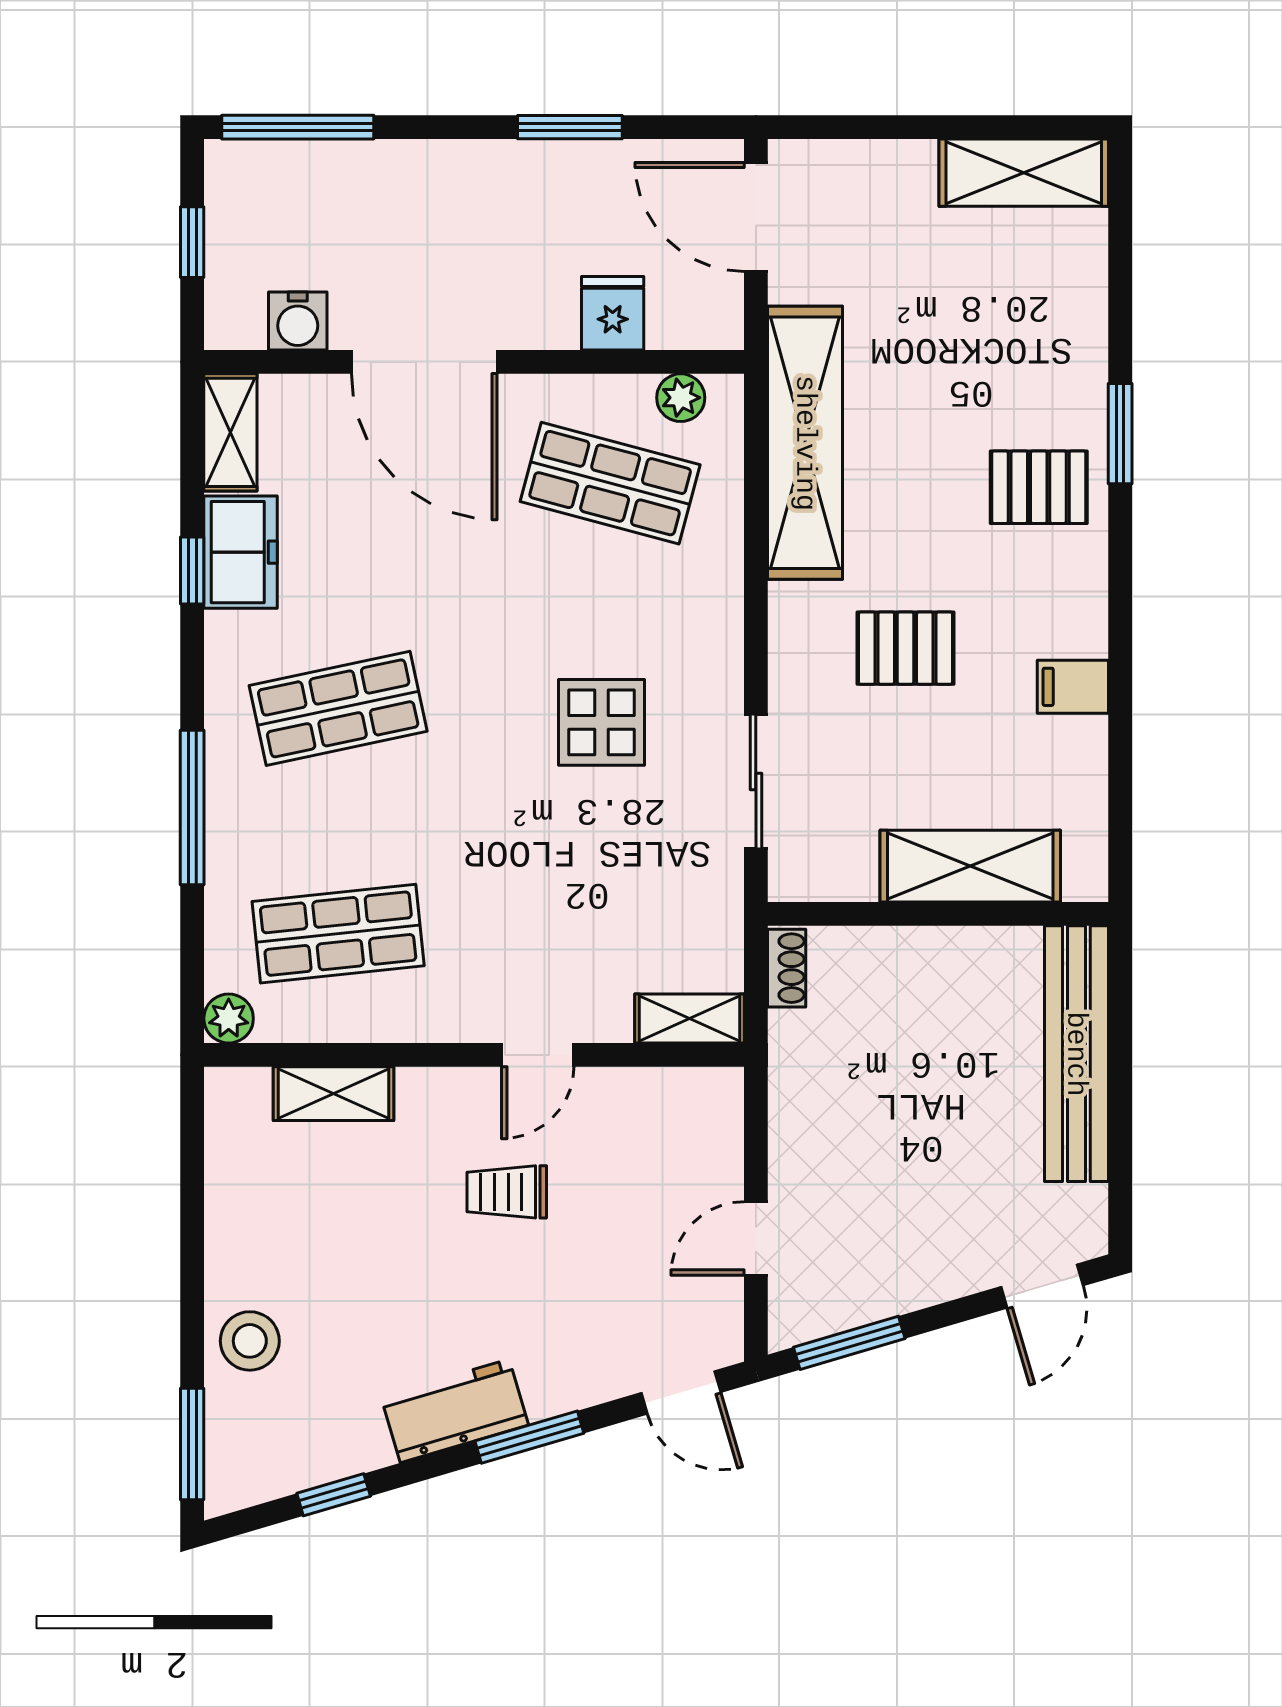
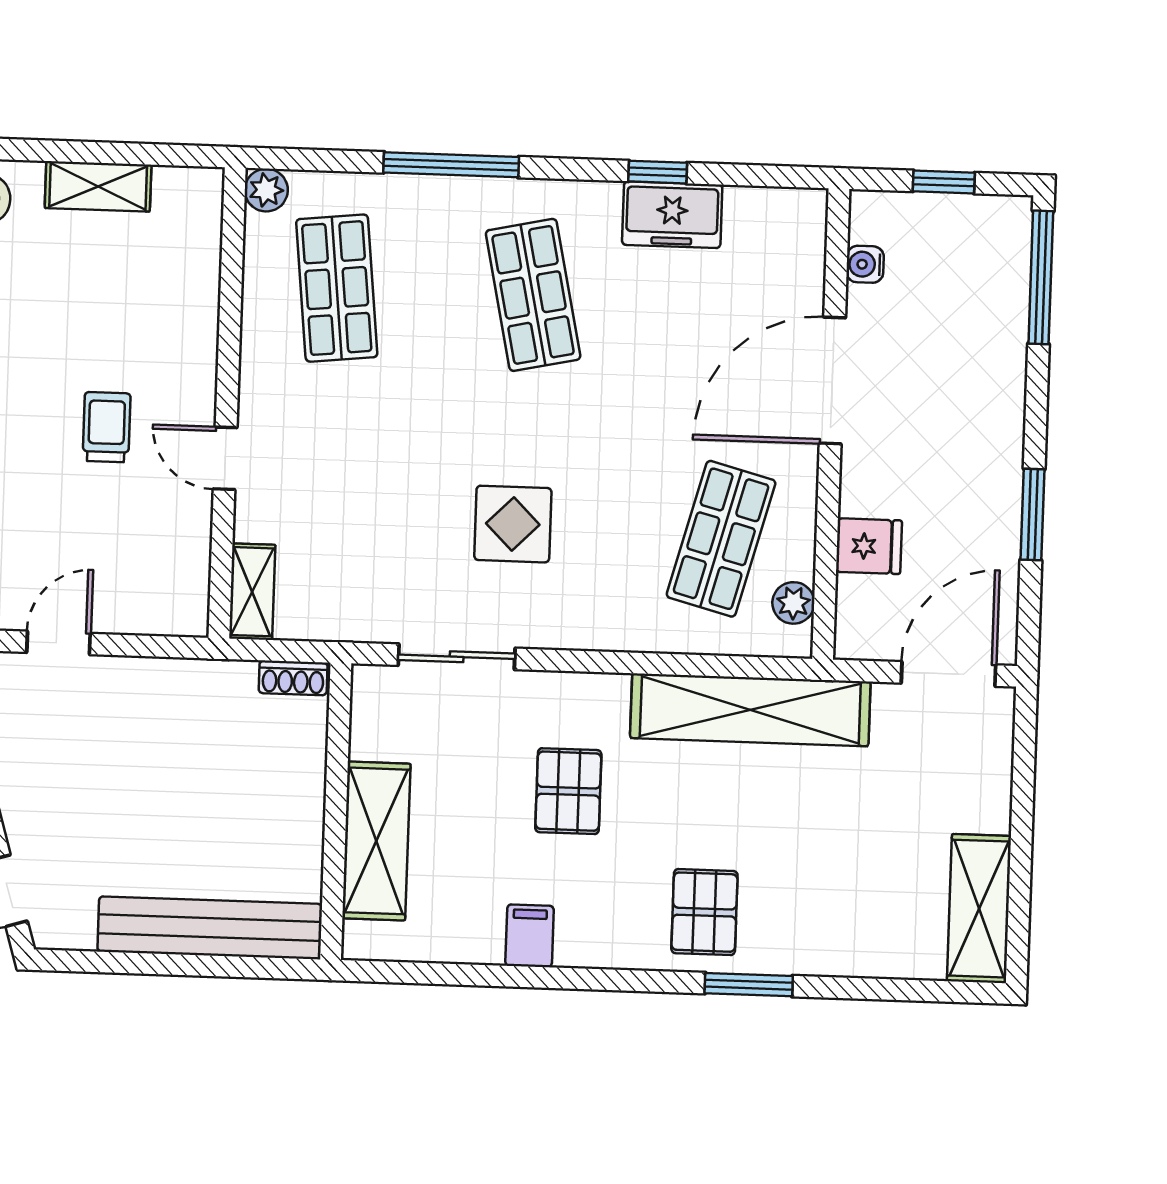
water cooler: (298, 321) -> (865, 264), width x0.72, depth x0.72
shelving: (230, 432) -> (777, 209), removed
shelving: (334, 1094) -> (98, 186), moved, turned 90
door: (756, 1239) -> (58, 643), hinge flipped

